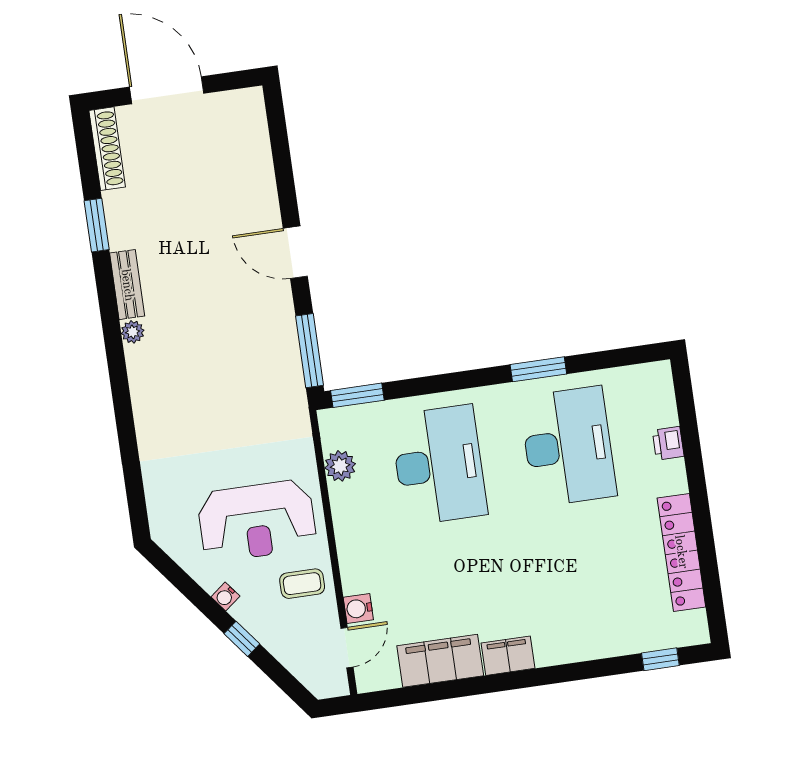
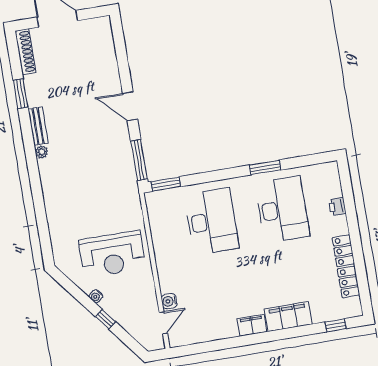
plant: (340, 466) -> (157, 223), removed
coffee table: (302, 584) -> (138, 288), removed
filing cabinet: (440, 661) -> (288, 317), moved

